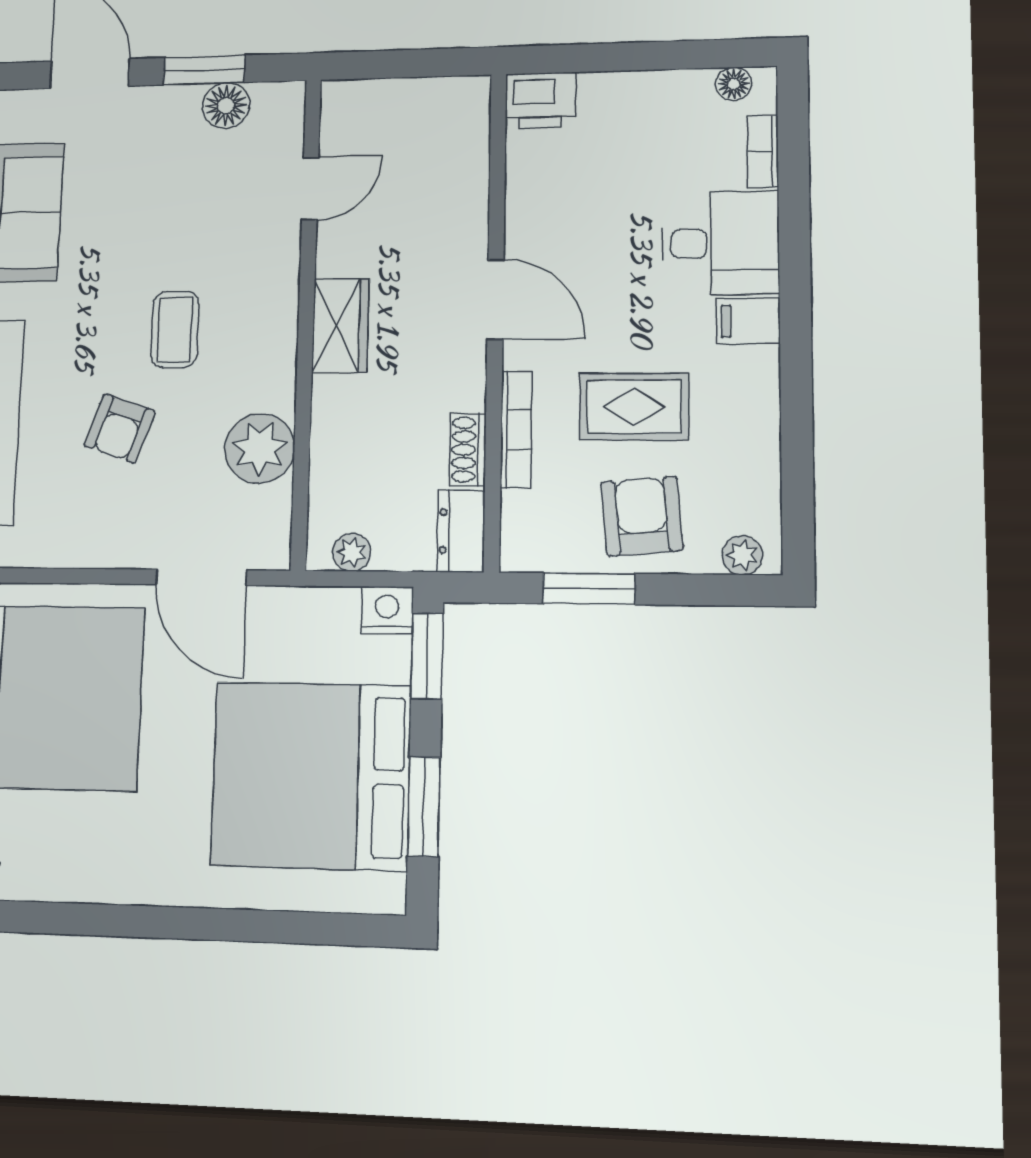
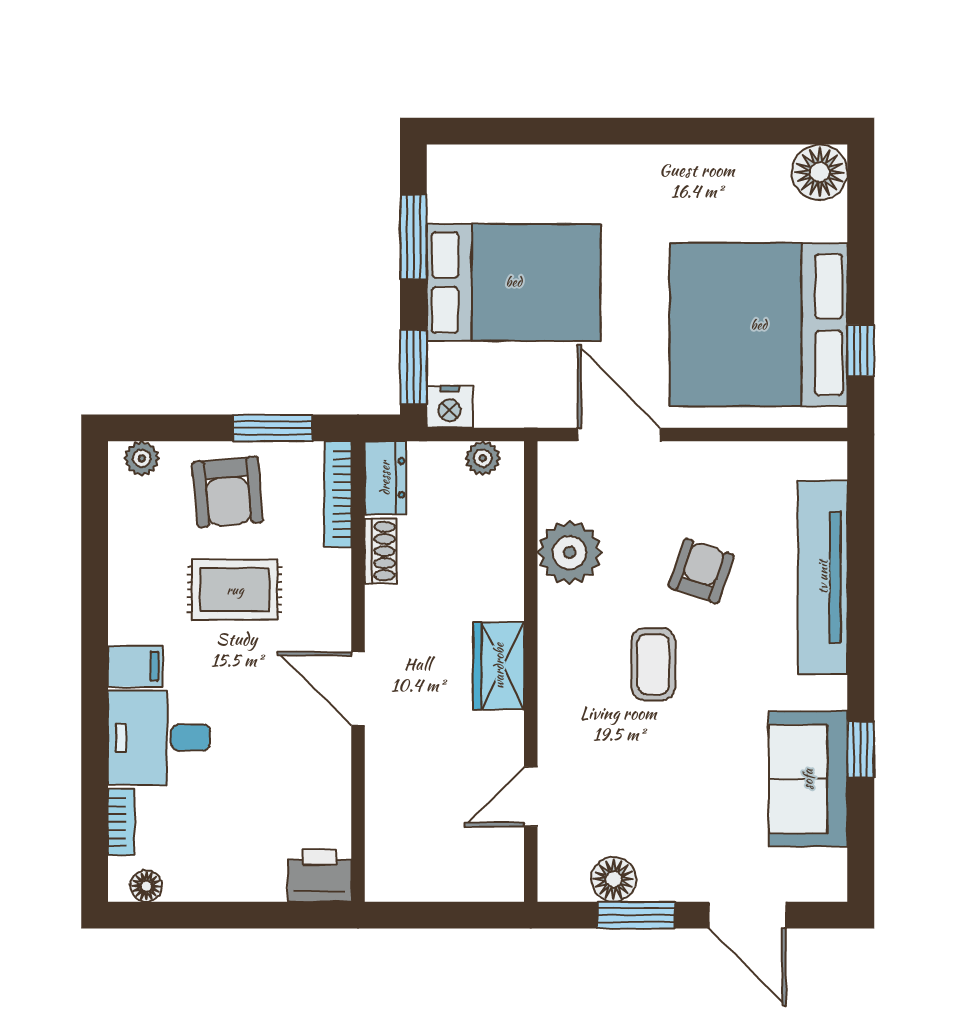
bookcase: (516, 429) -> (338, 494), moved
bed: (311, 776) -> (514, 282), width x0.73

